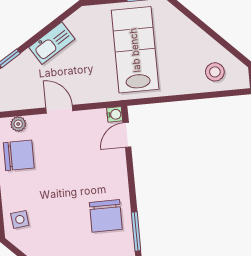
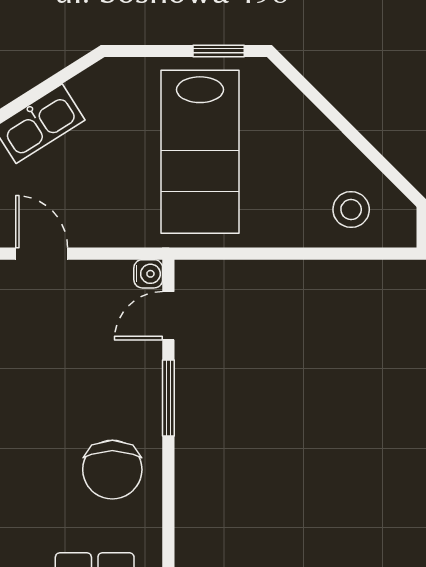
lab bench: (135, 50) -> (200, 152), turned 180
window: (136, 231) -> (168, 398), moved

